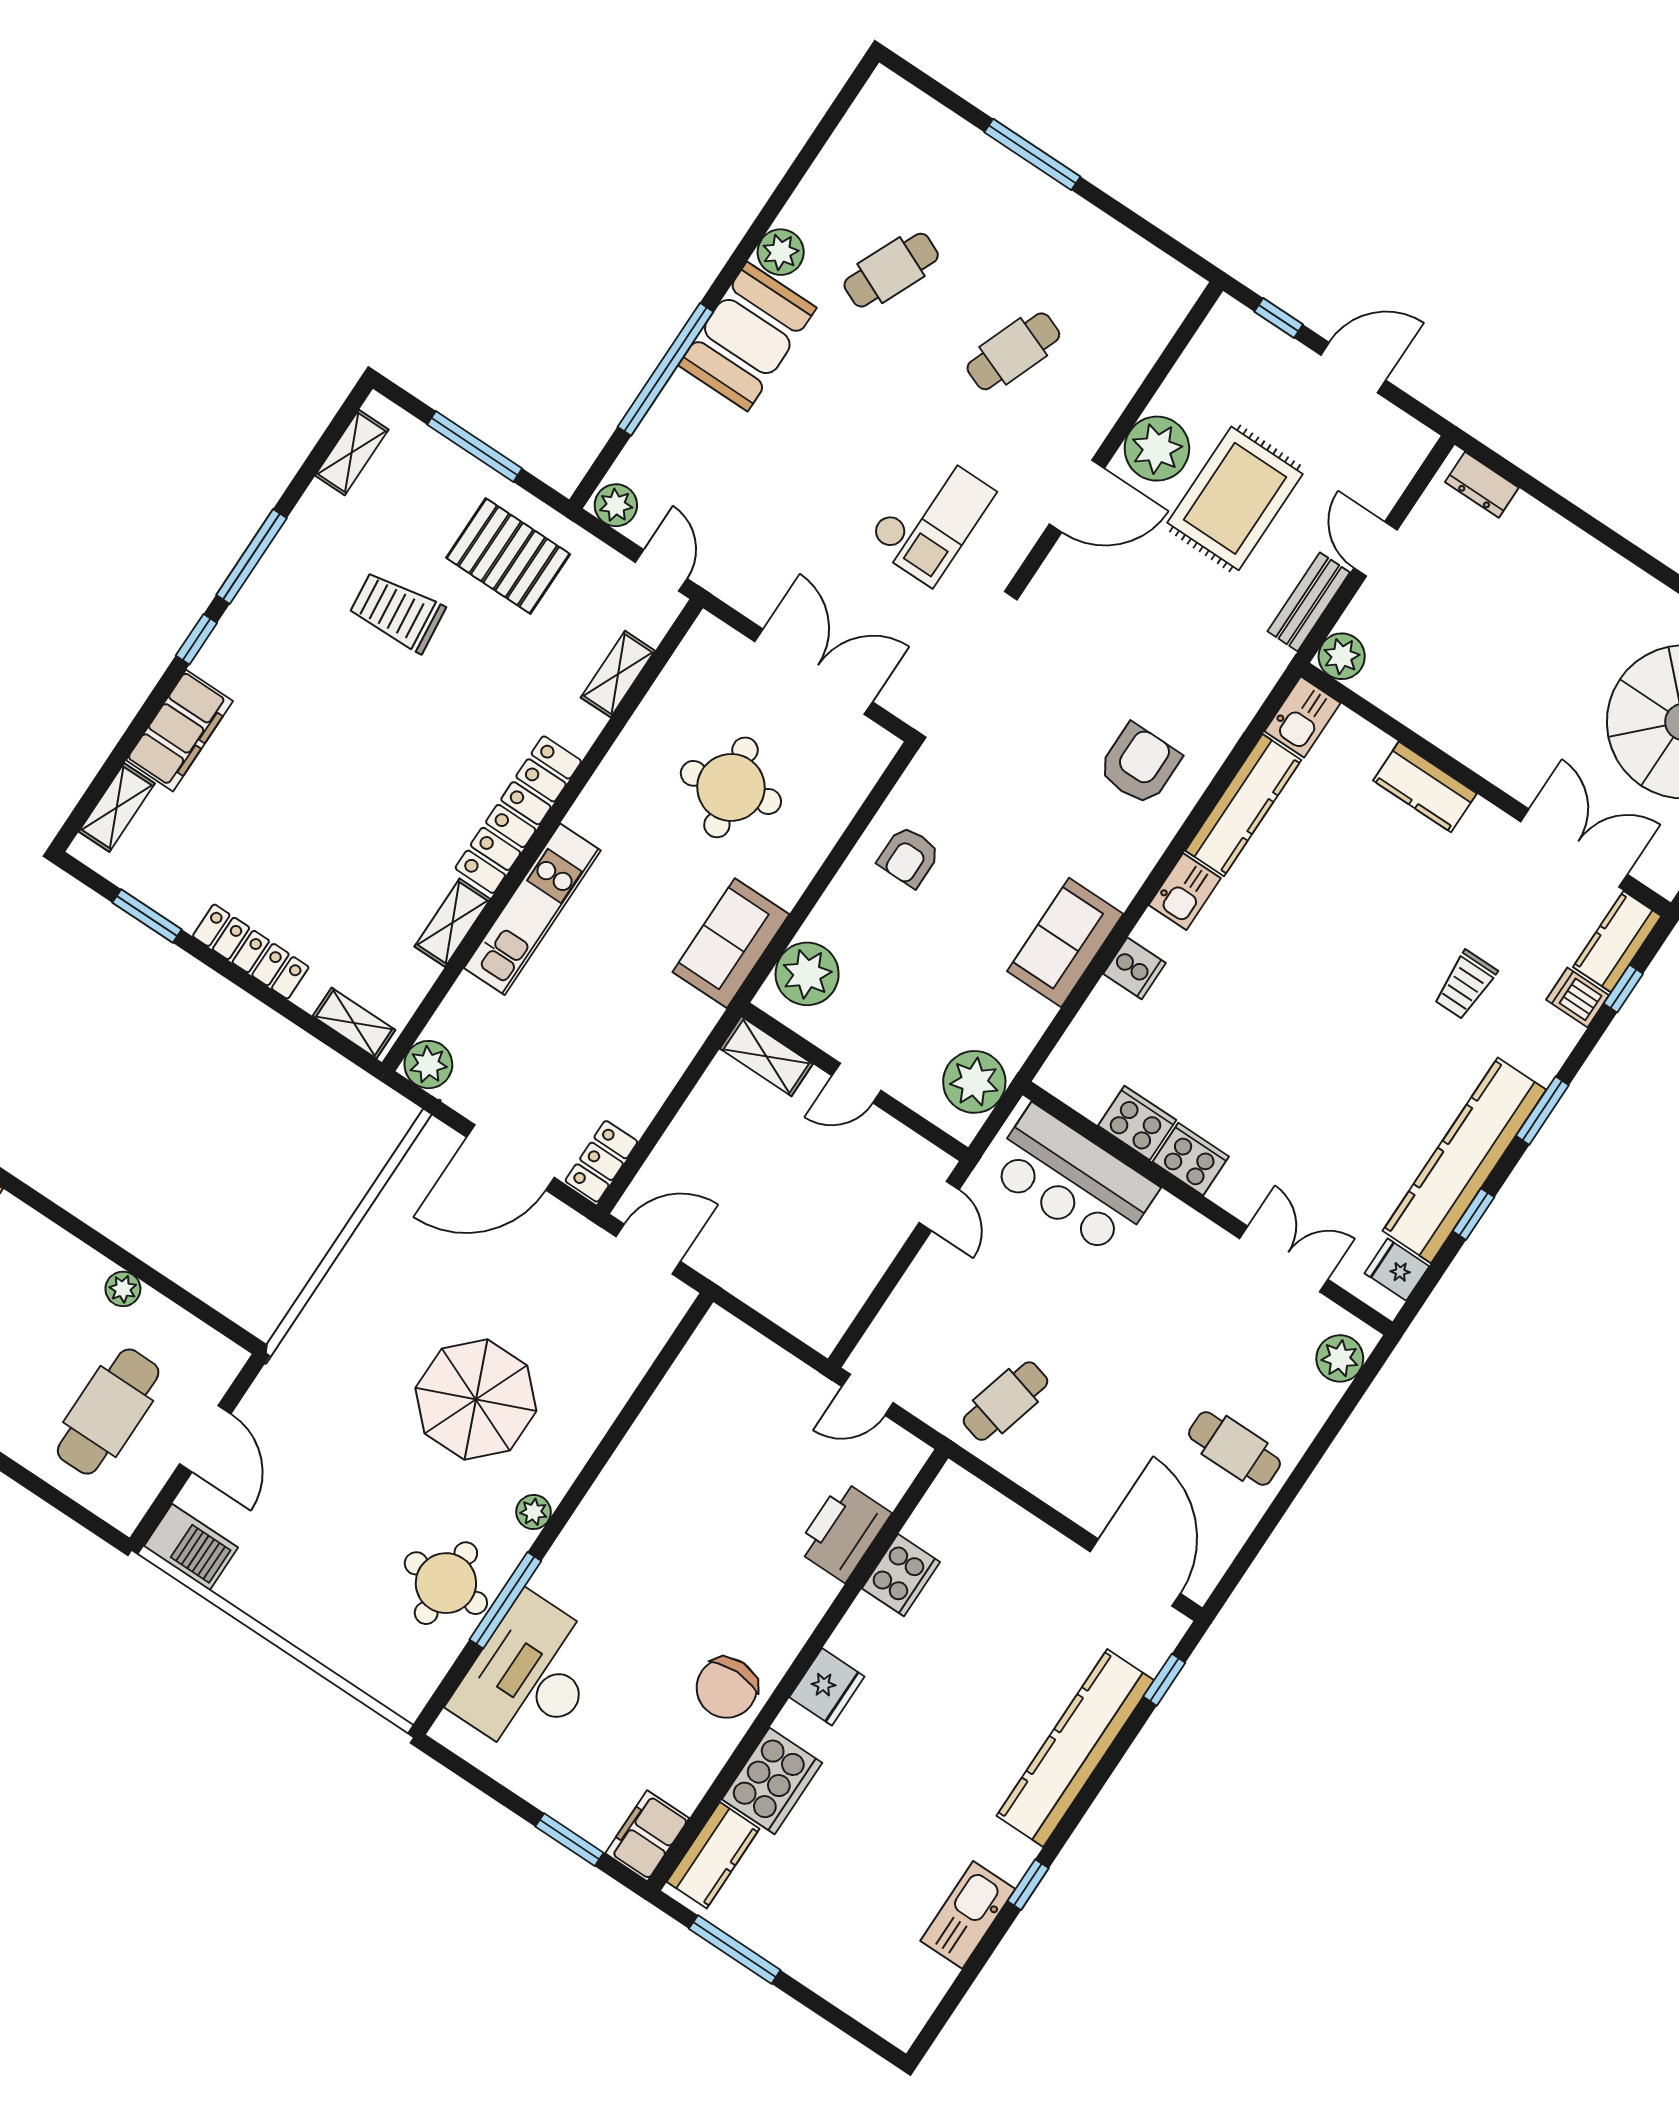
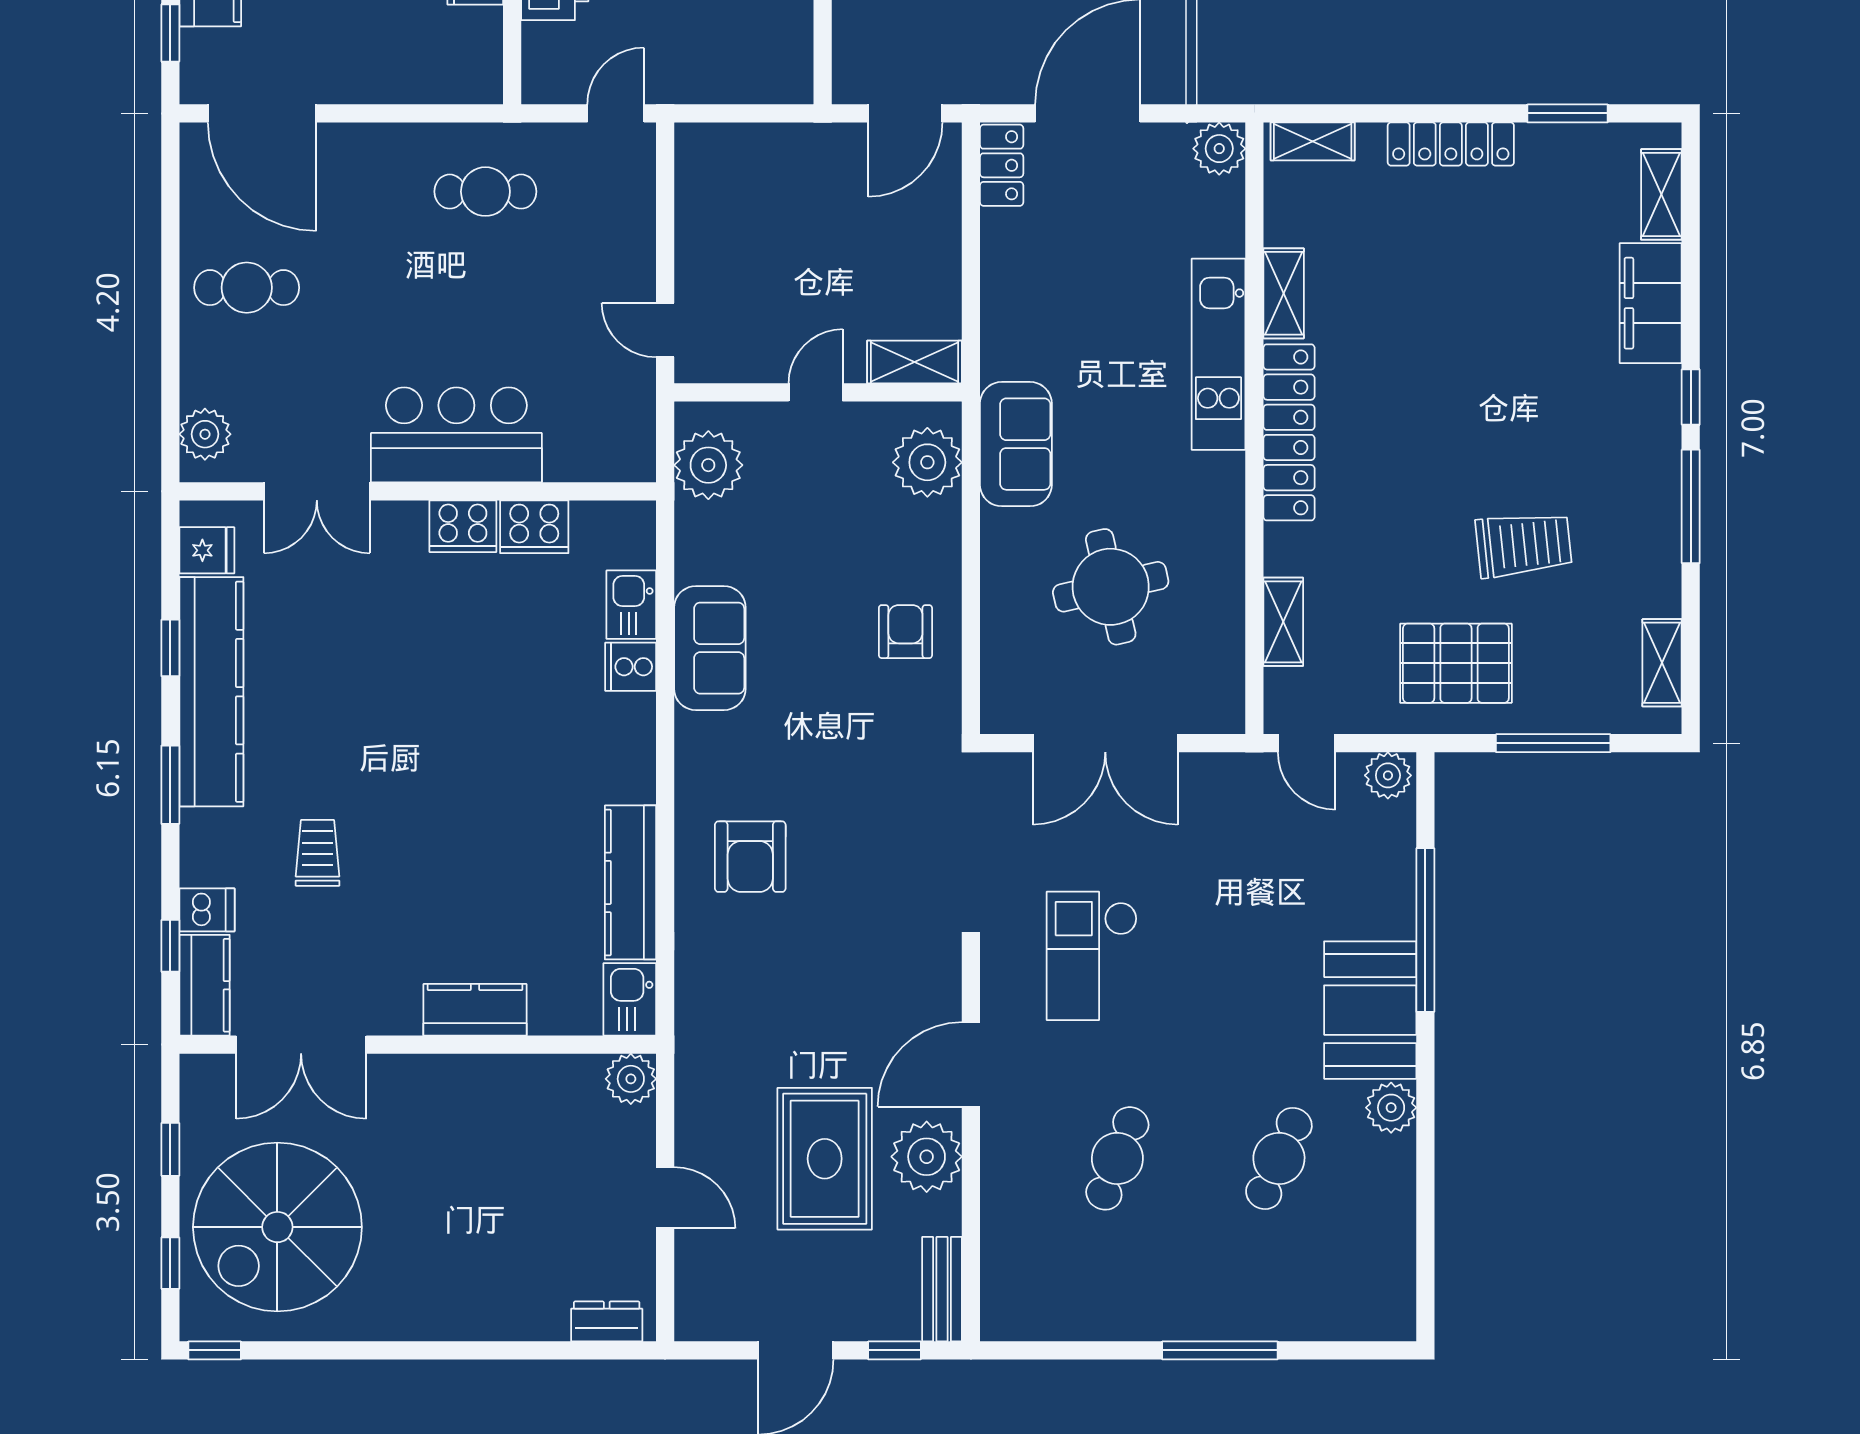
bench: (1309, 602) -> (942, 1289), moved
kitchen sink: (1185, 892) -> (631, 605), moved
bar counter: (1073, 1180) -> (456, 435), moved
cafe table: (1005, 1401) -> (485, 192), turned 75

